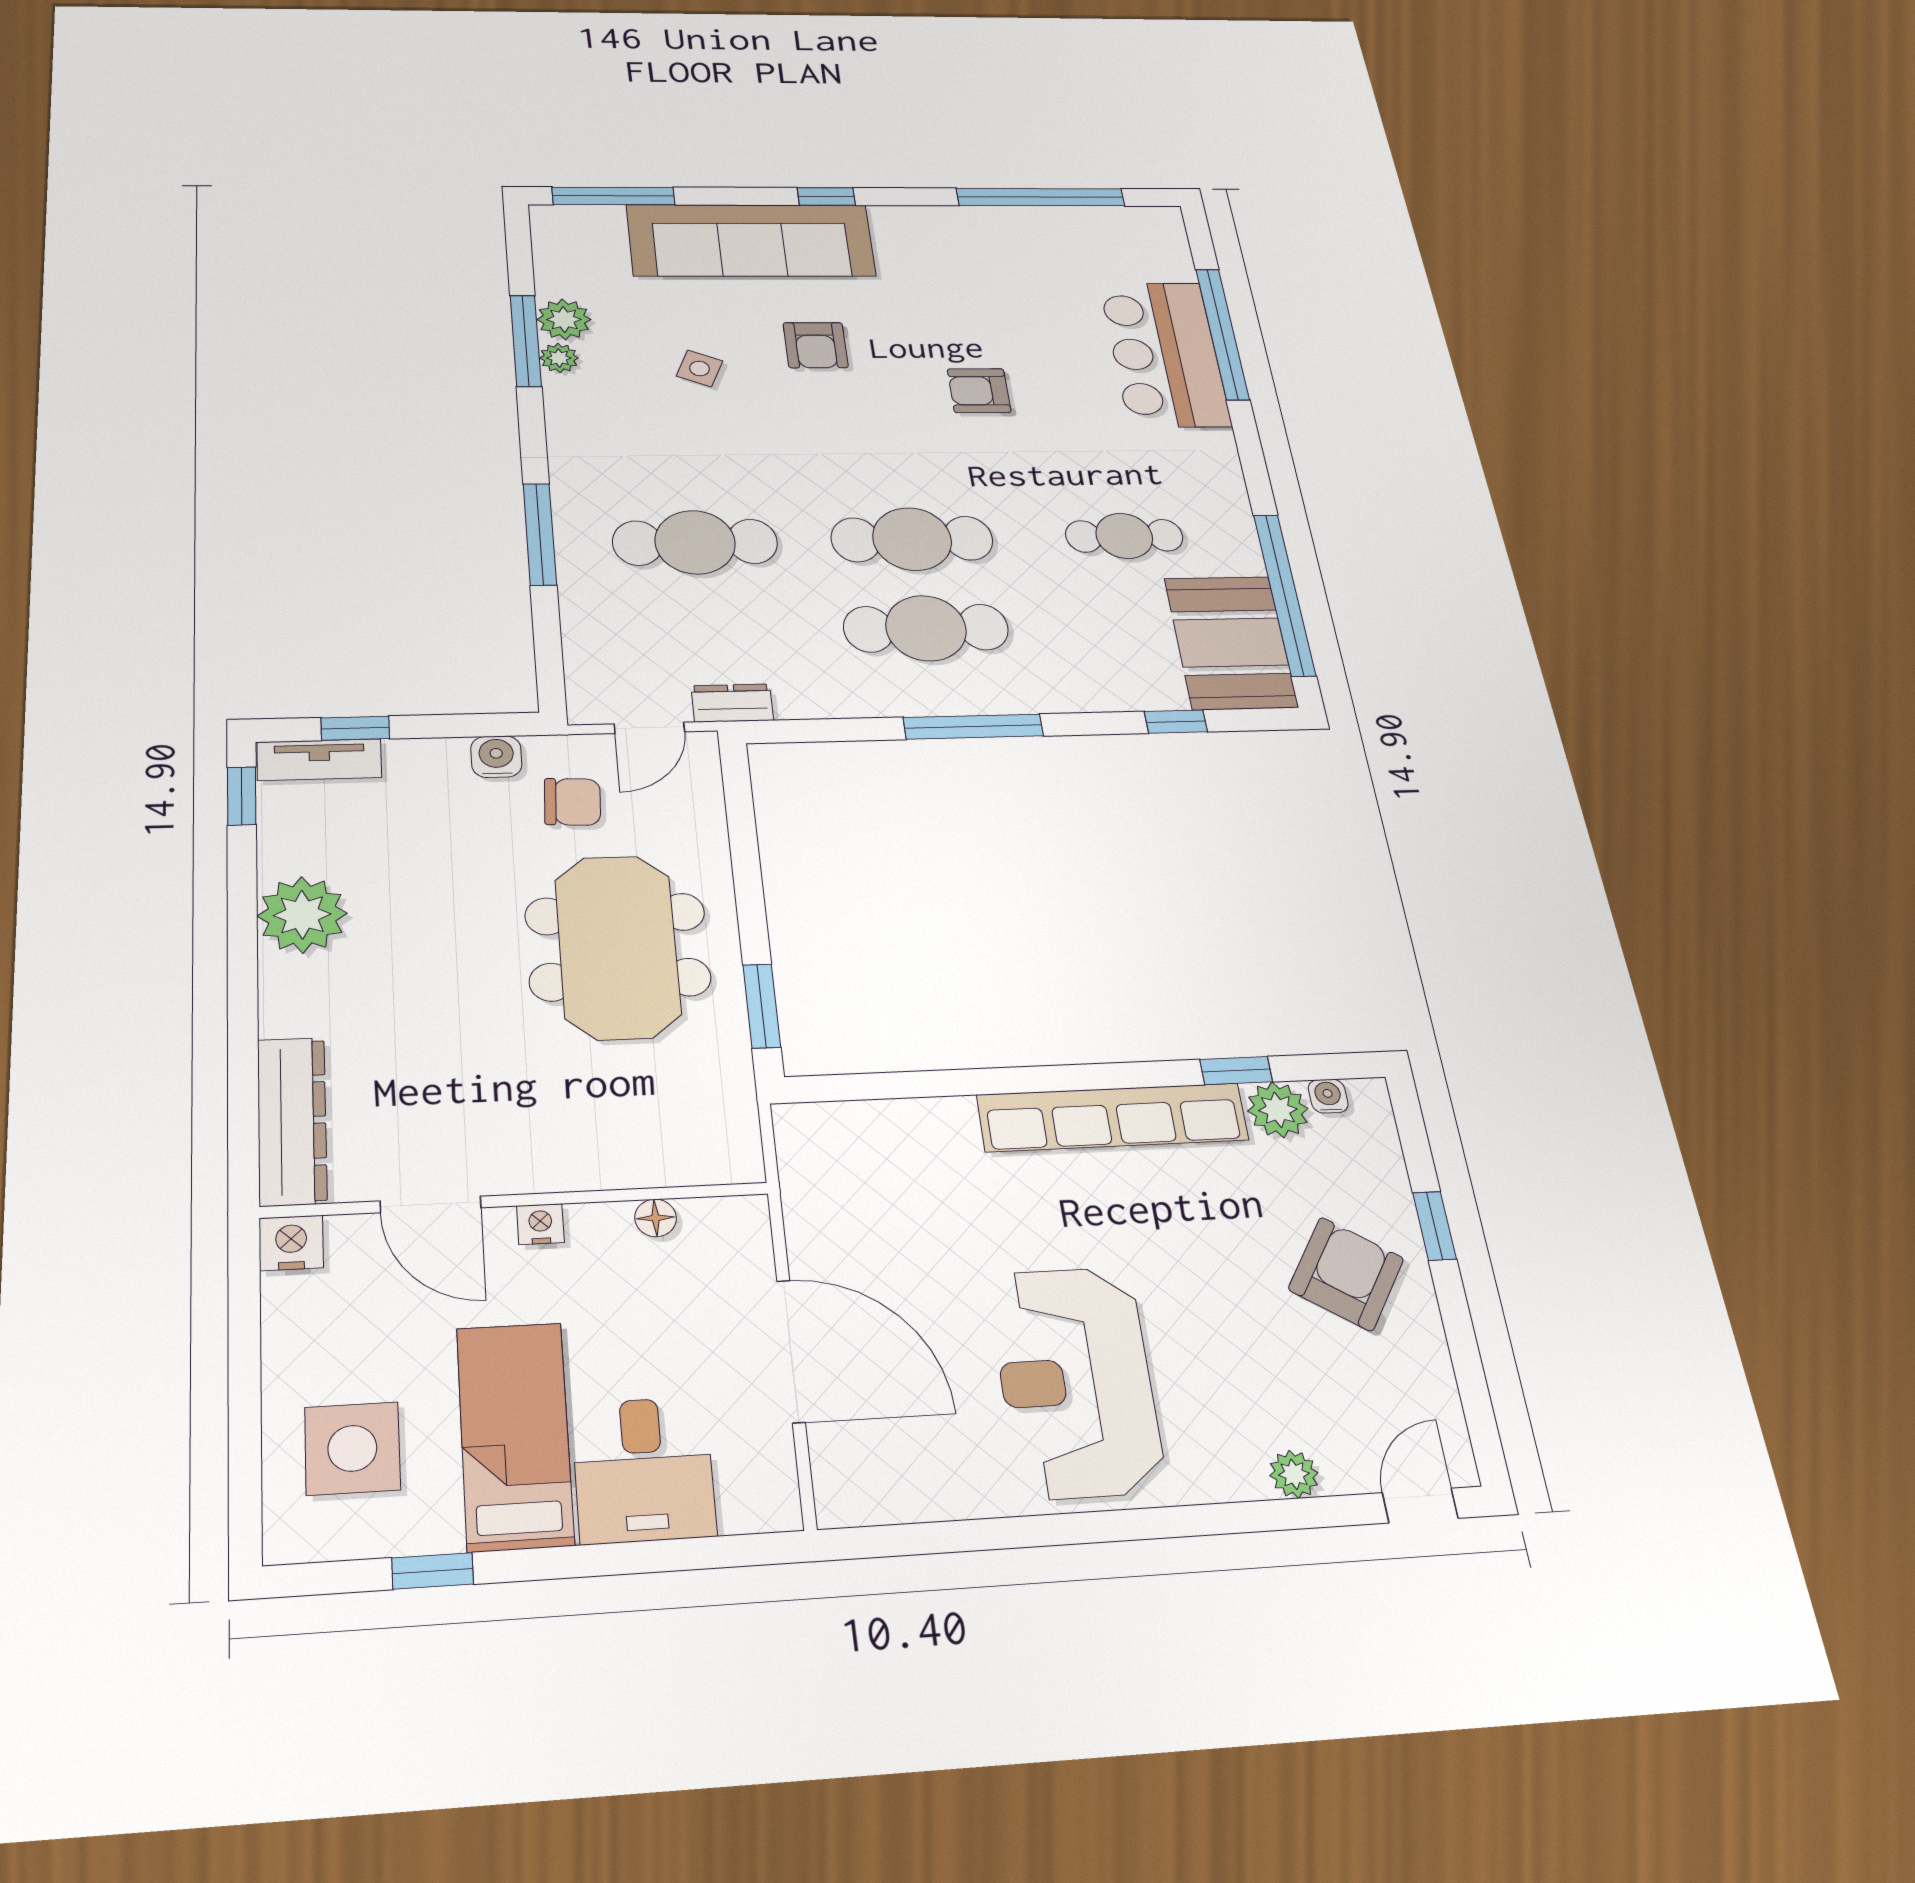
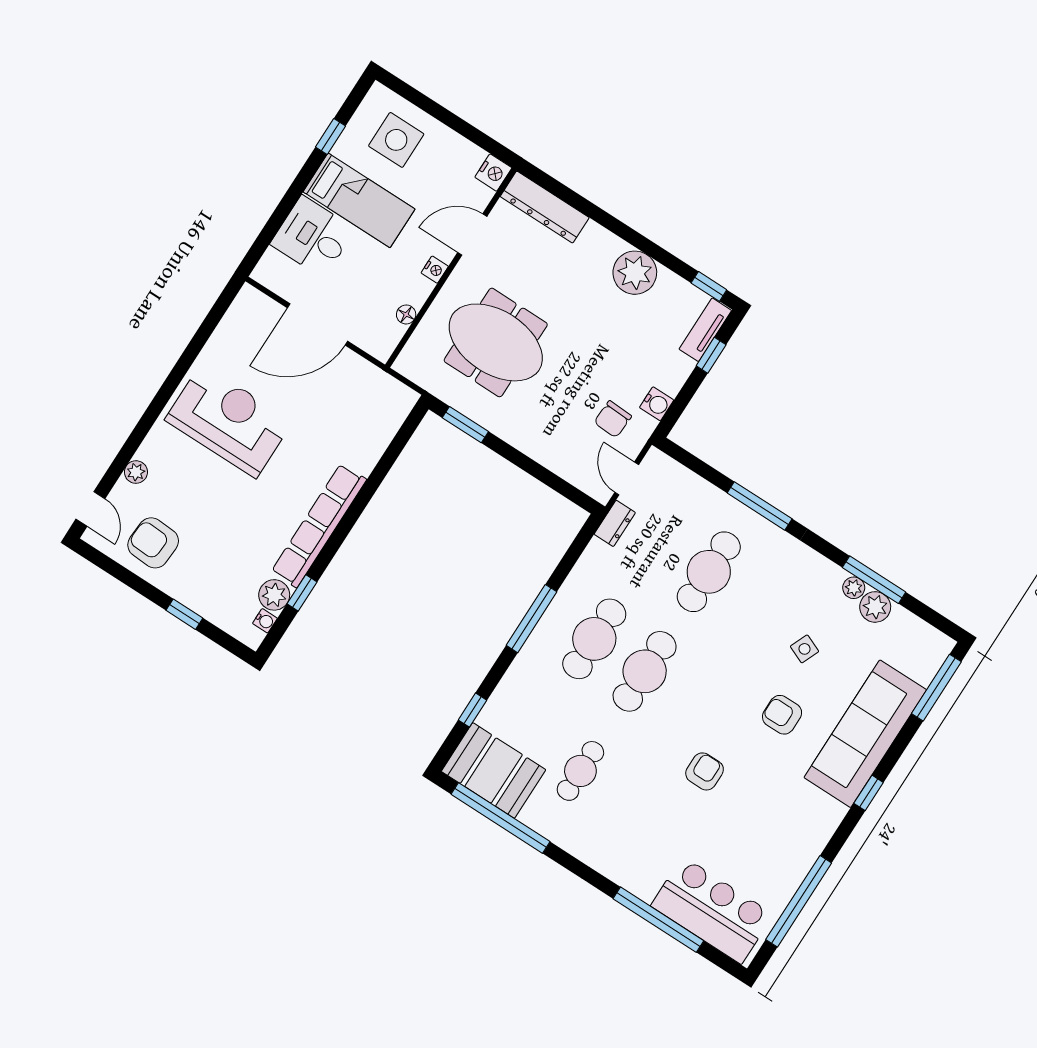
bar counter: (1165, 354) -> (712, 910), moved
meeting table: (618, 947) -> (496, 342), moved
armchair: (1346, 1274) -> (153, 543), moved, turned 150

